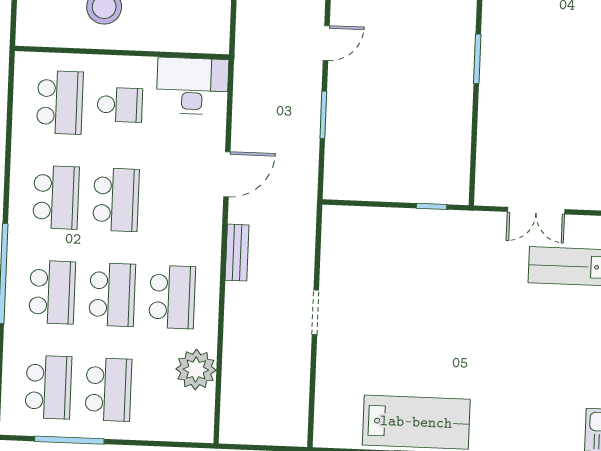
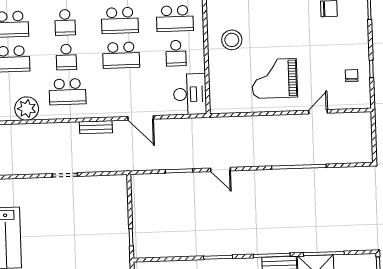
school desk: (52, 292) -> (65, 22), width x0.54
school desk: (112, 295) -> (66, 57), width x0.54

